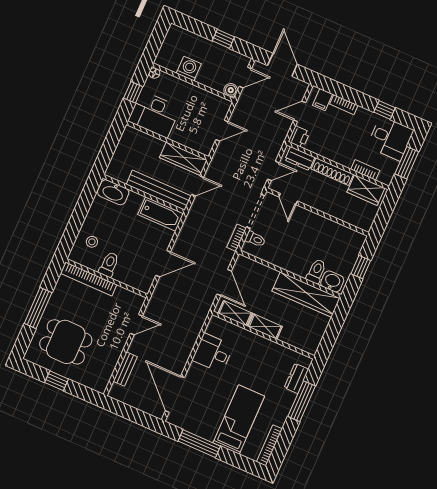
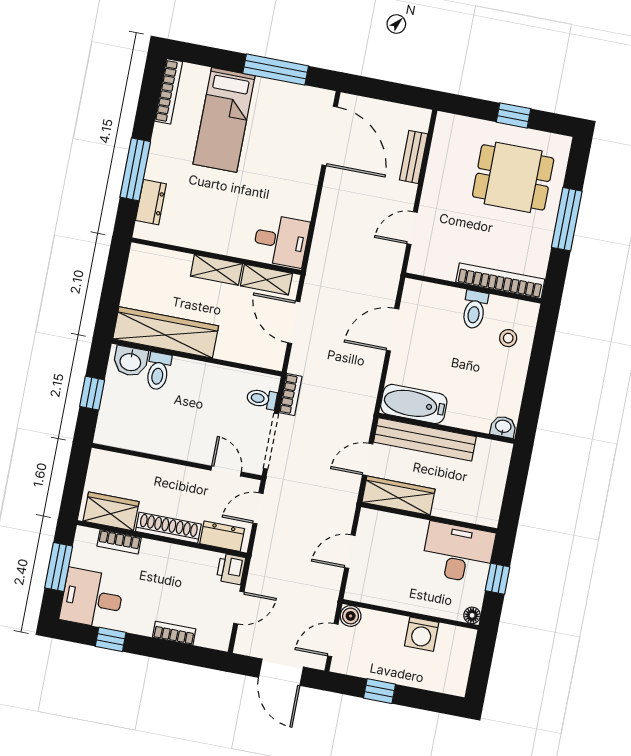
filing cabinet: (323, 100) -> (208, 633), removed
washbasin: (113, 192) -> (503, 427), width x0.52, depth x0.69
desk: (213, 353) -> (281, 241), moved

